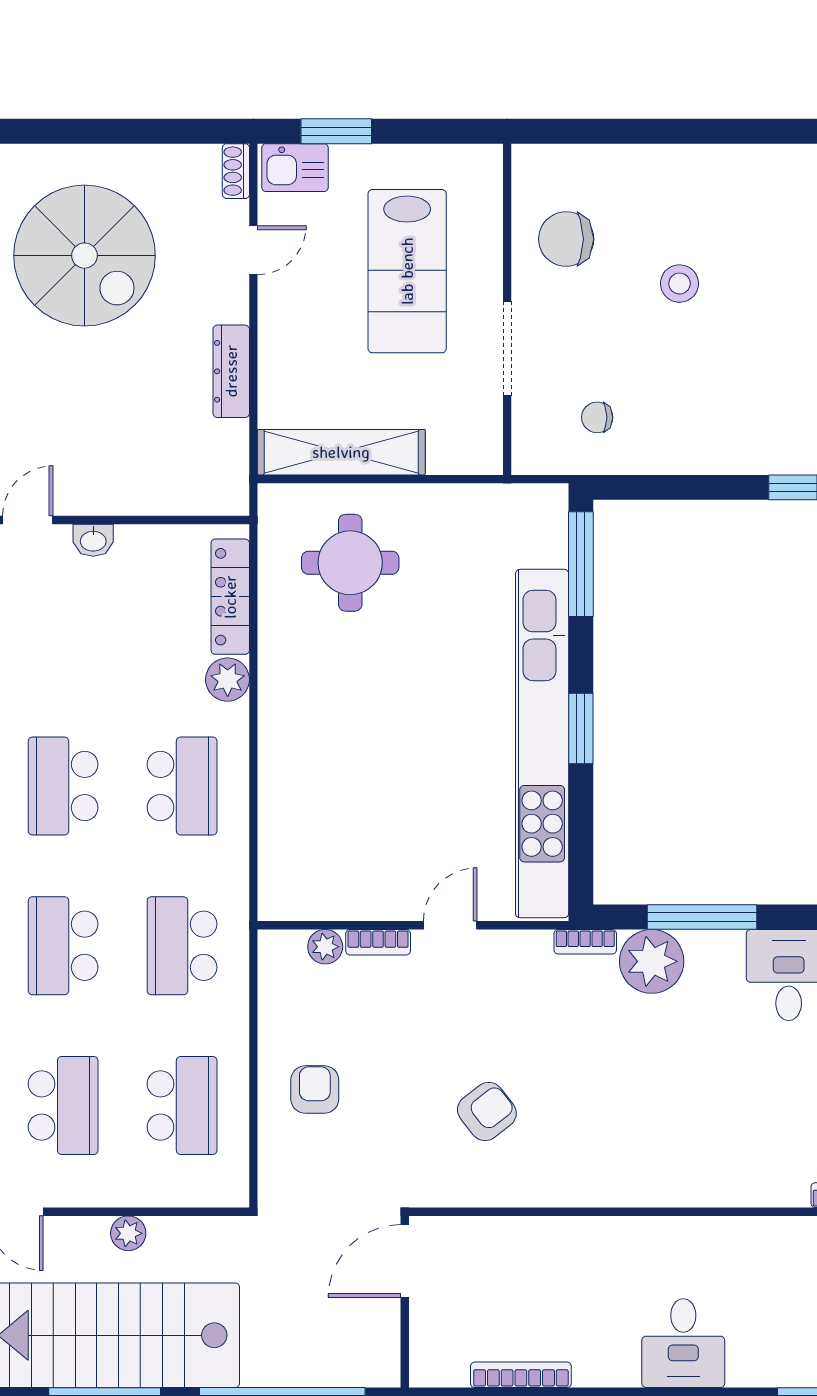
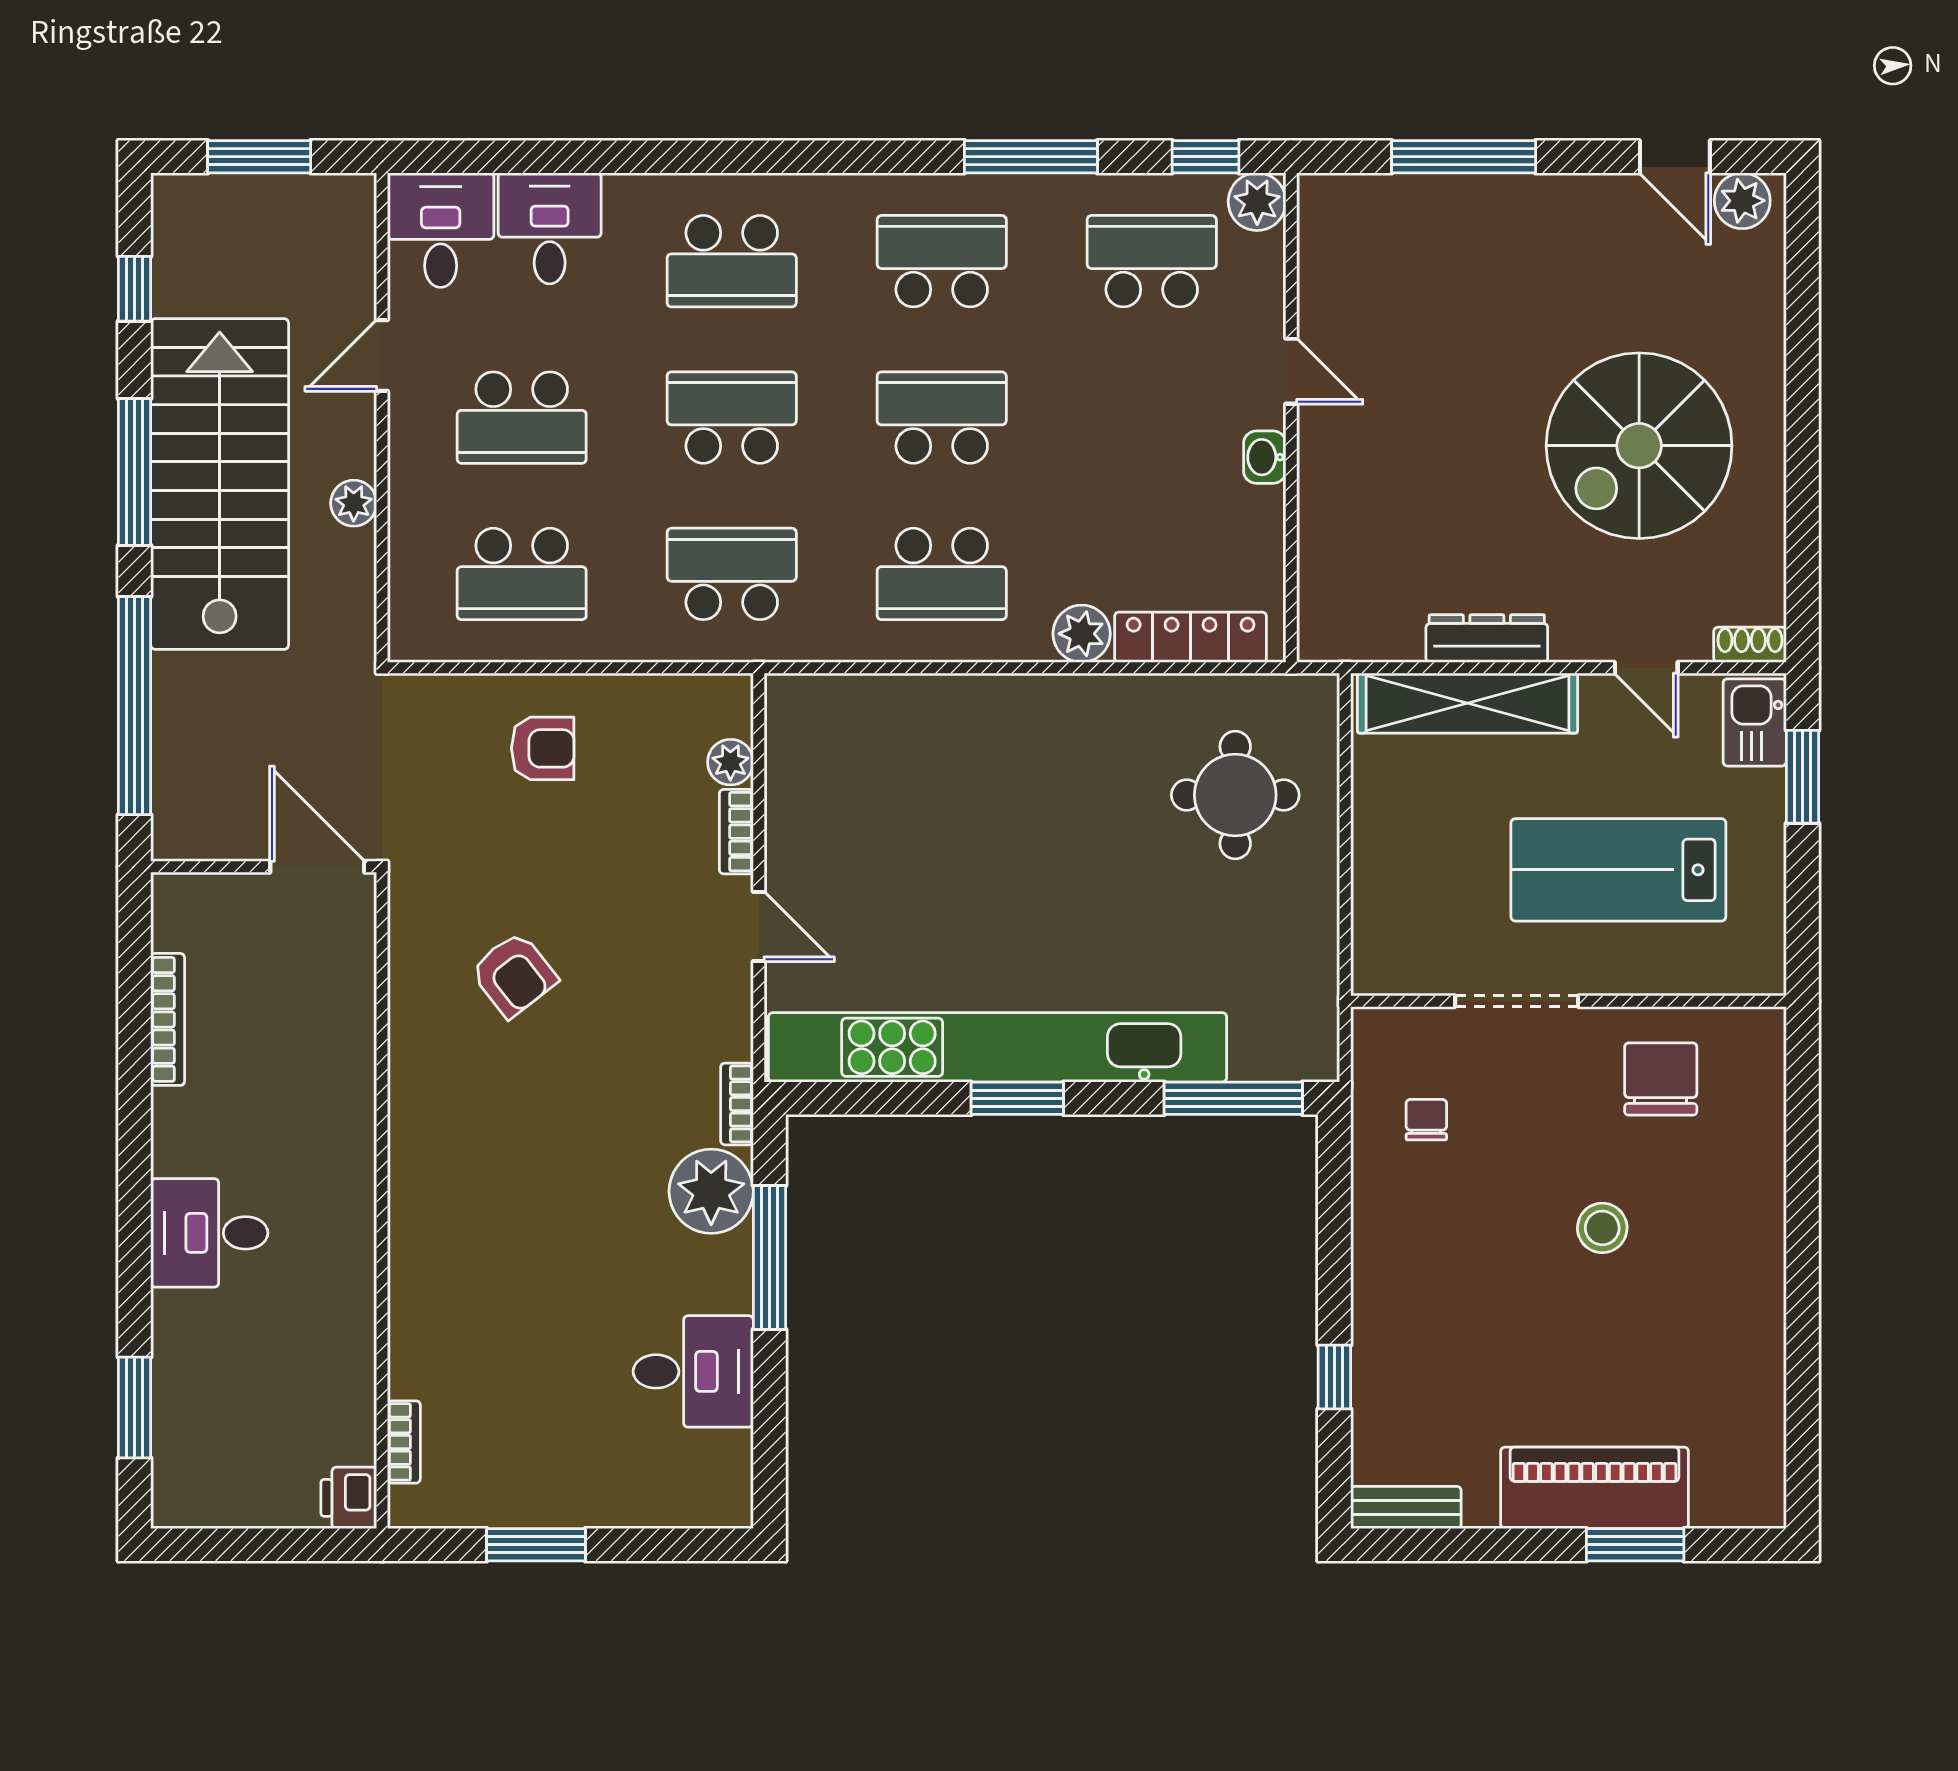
shelving: (341, 452) -> (1467, 703), moved, turned 90

